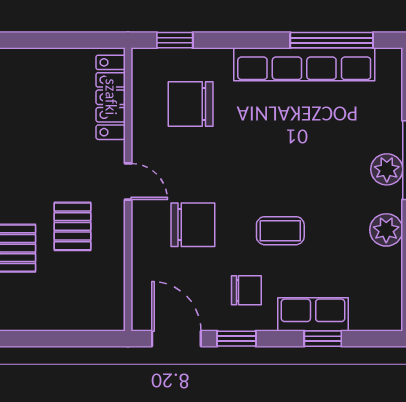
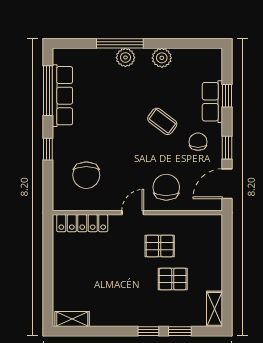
window: (175, 40) -> (48, 149), moved
row of seats: (304, 64) -> (62, 96), width x0.73
chair: (193, 225) -> (166, 187), moved
coffee table: (280, 231) -> (162, 121), turned -53

